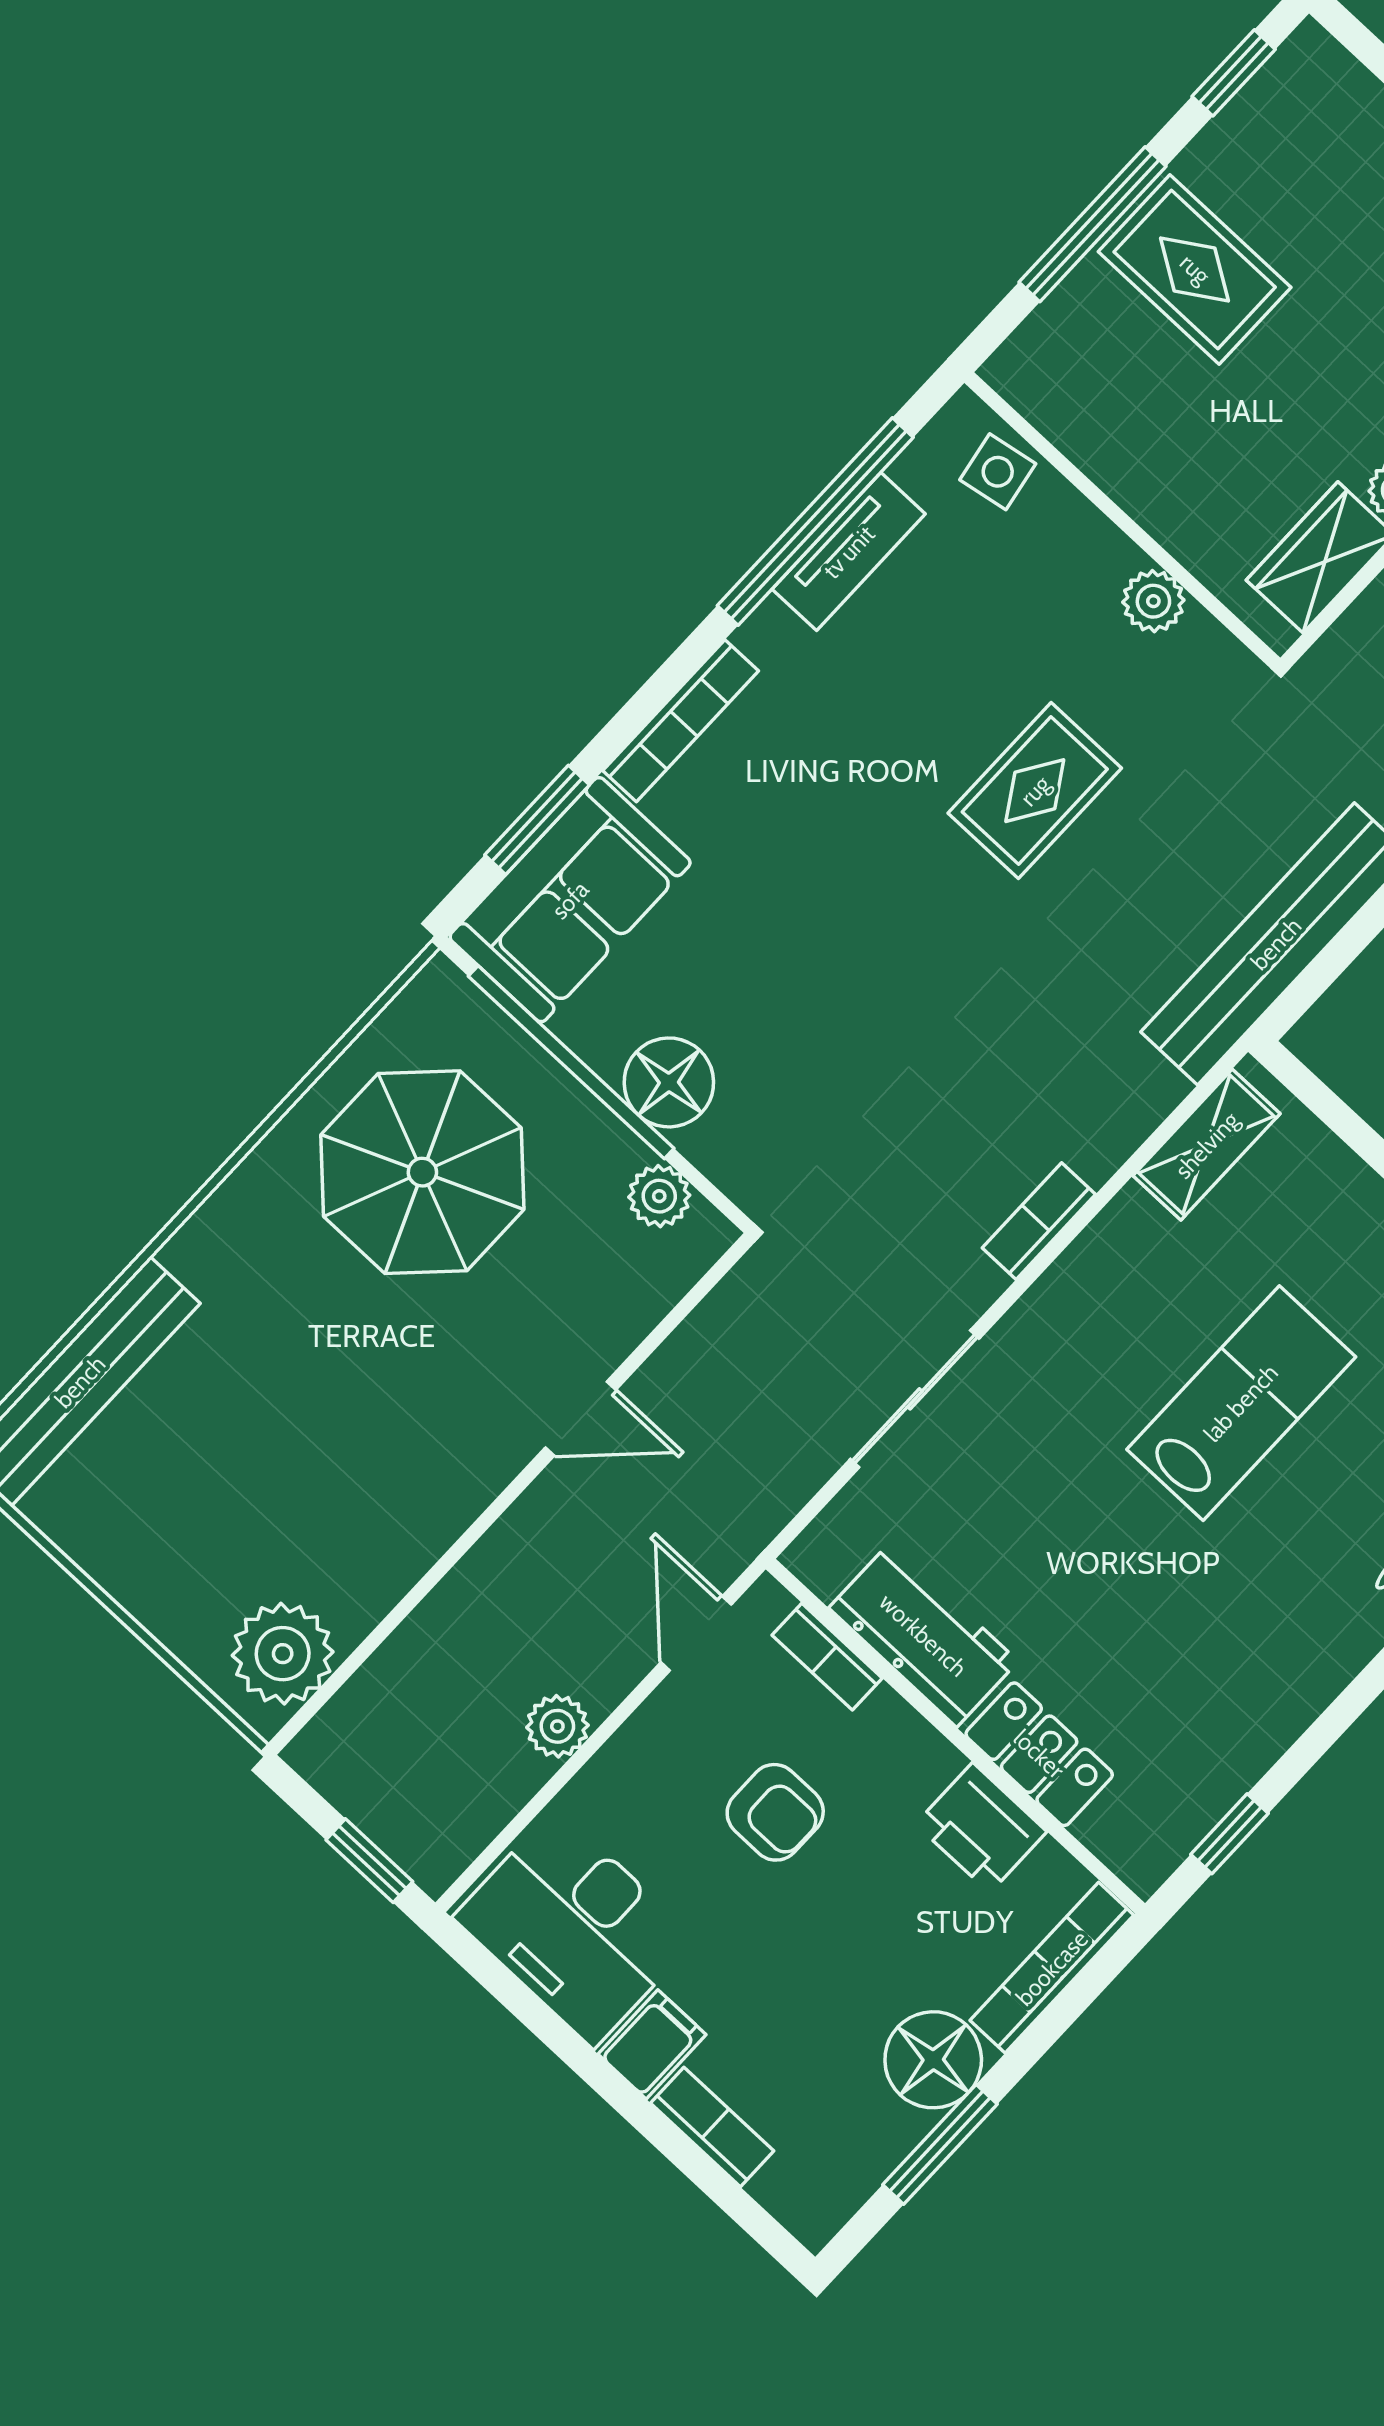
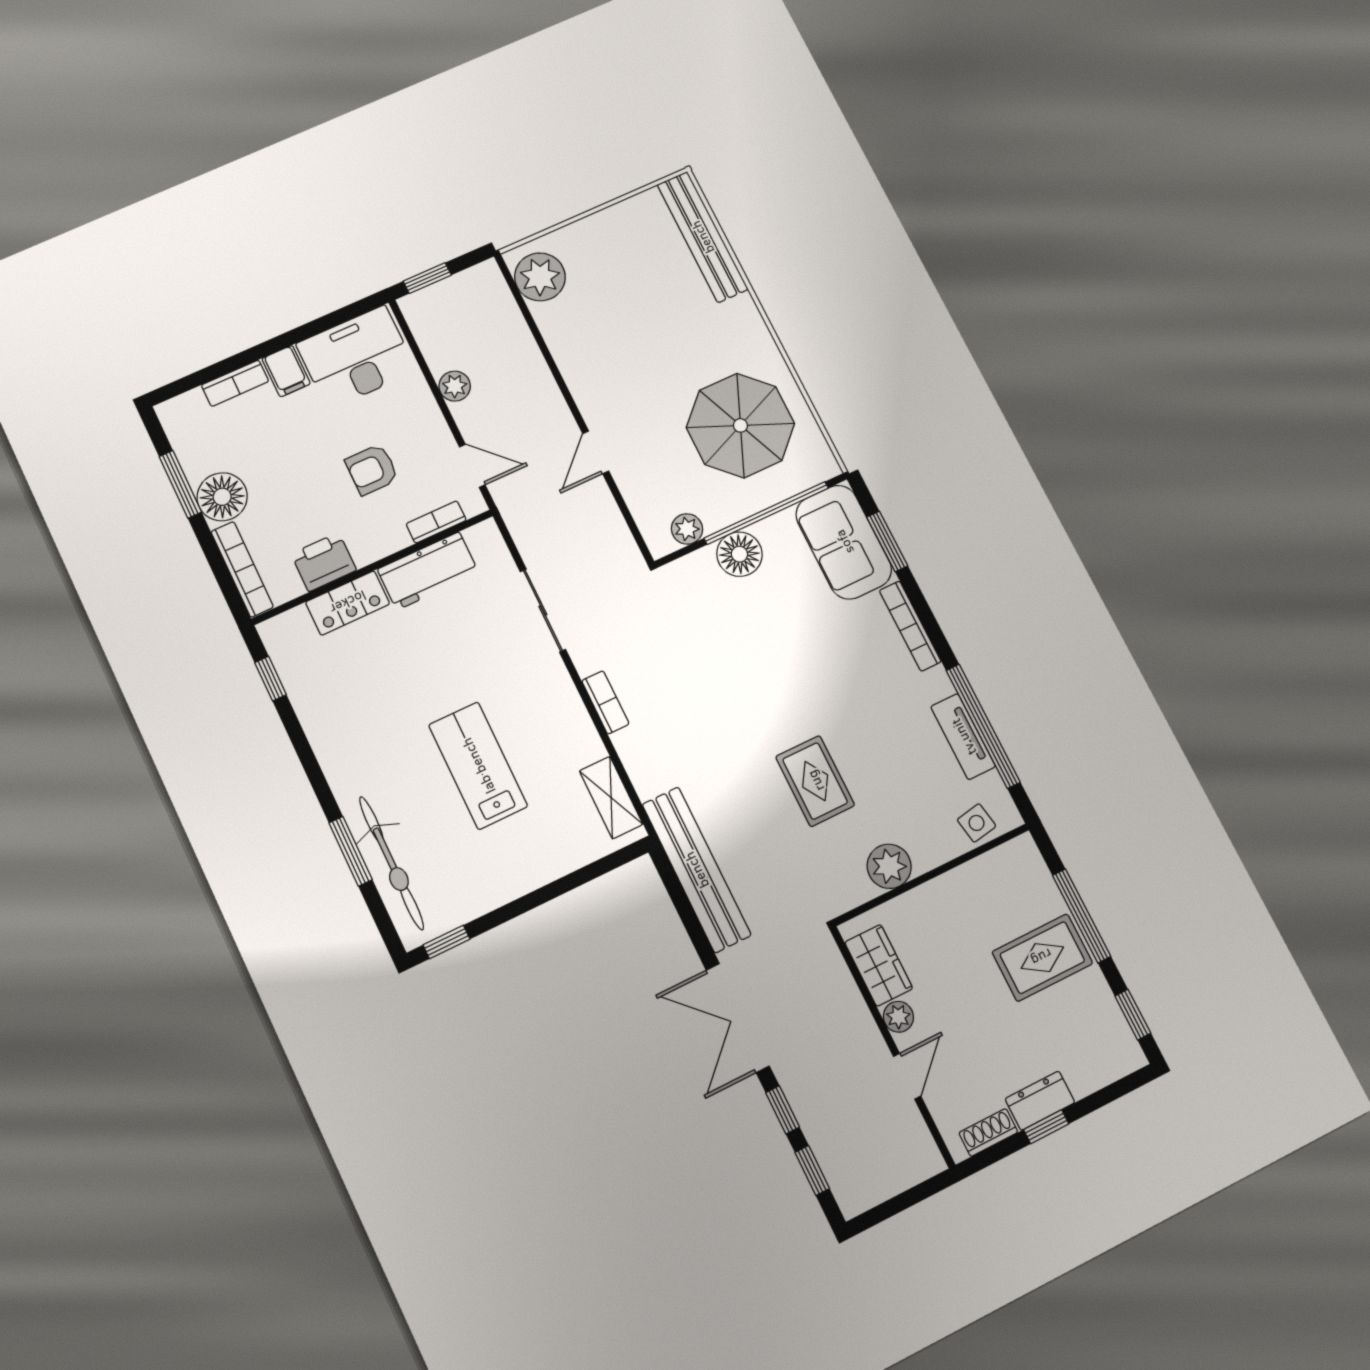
plant: (1153, 601) -> (889, 866), width x1.38, depth x1.38
lab bench: (1241, 1403) -> (478, 766), turned 180

